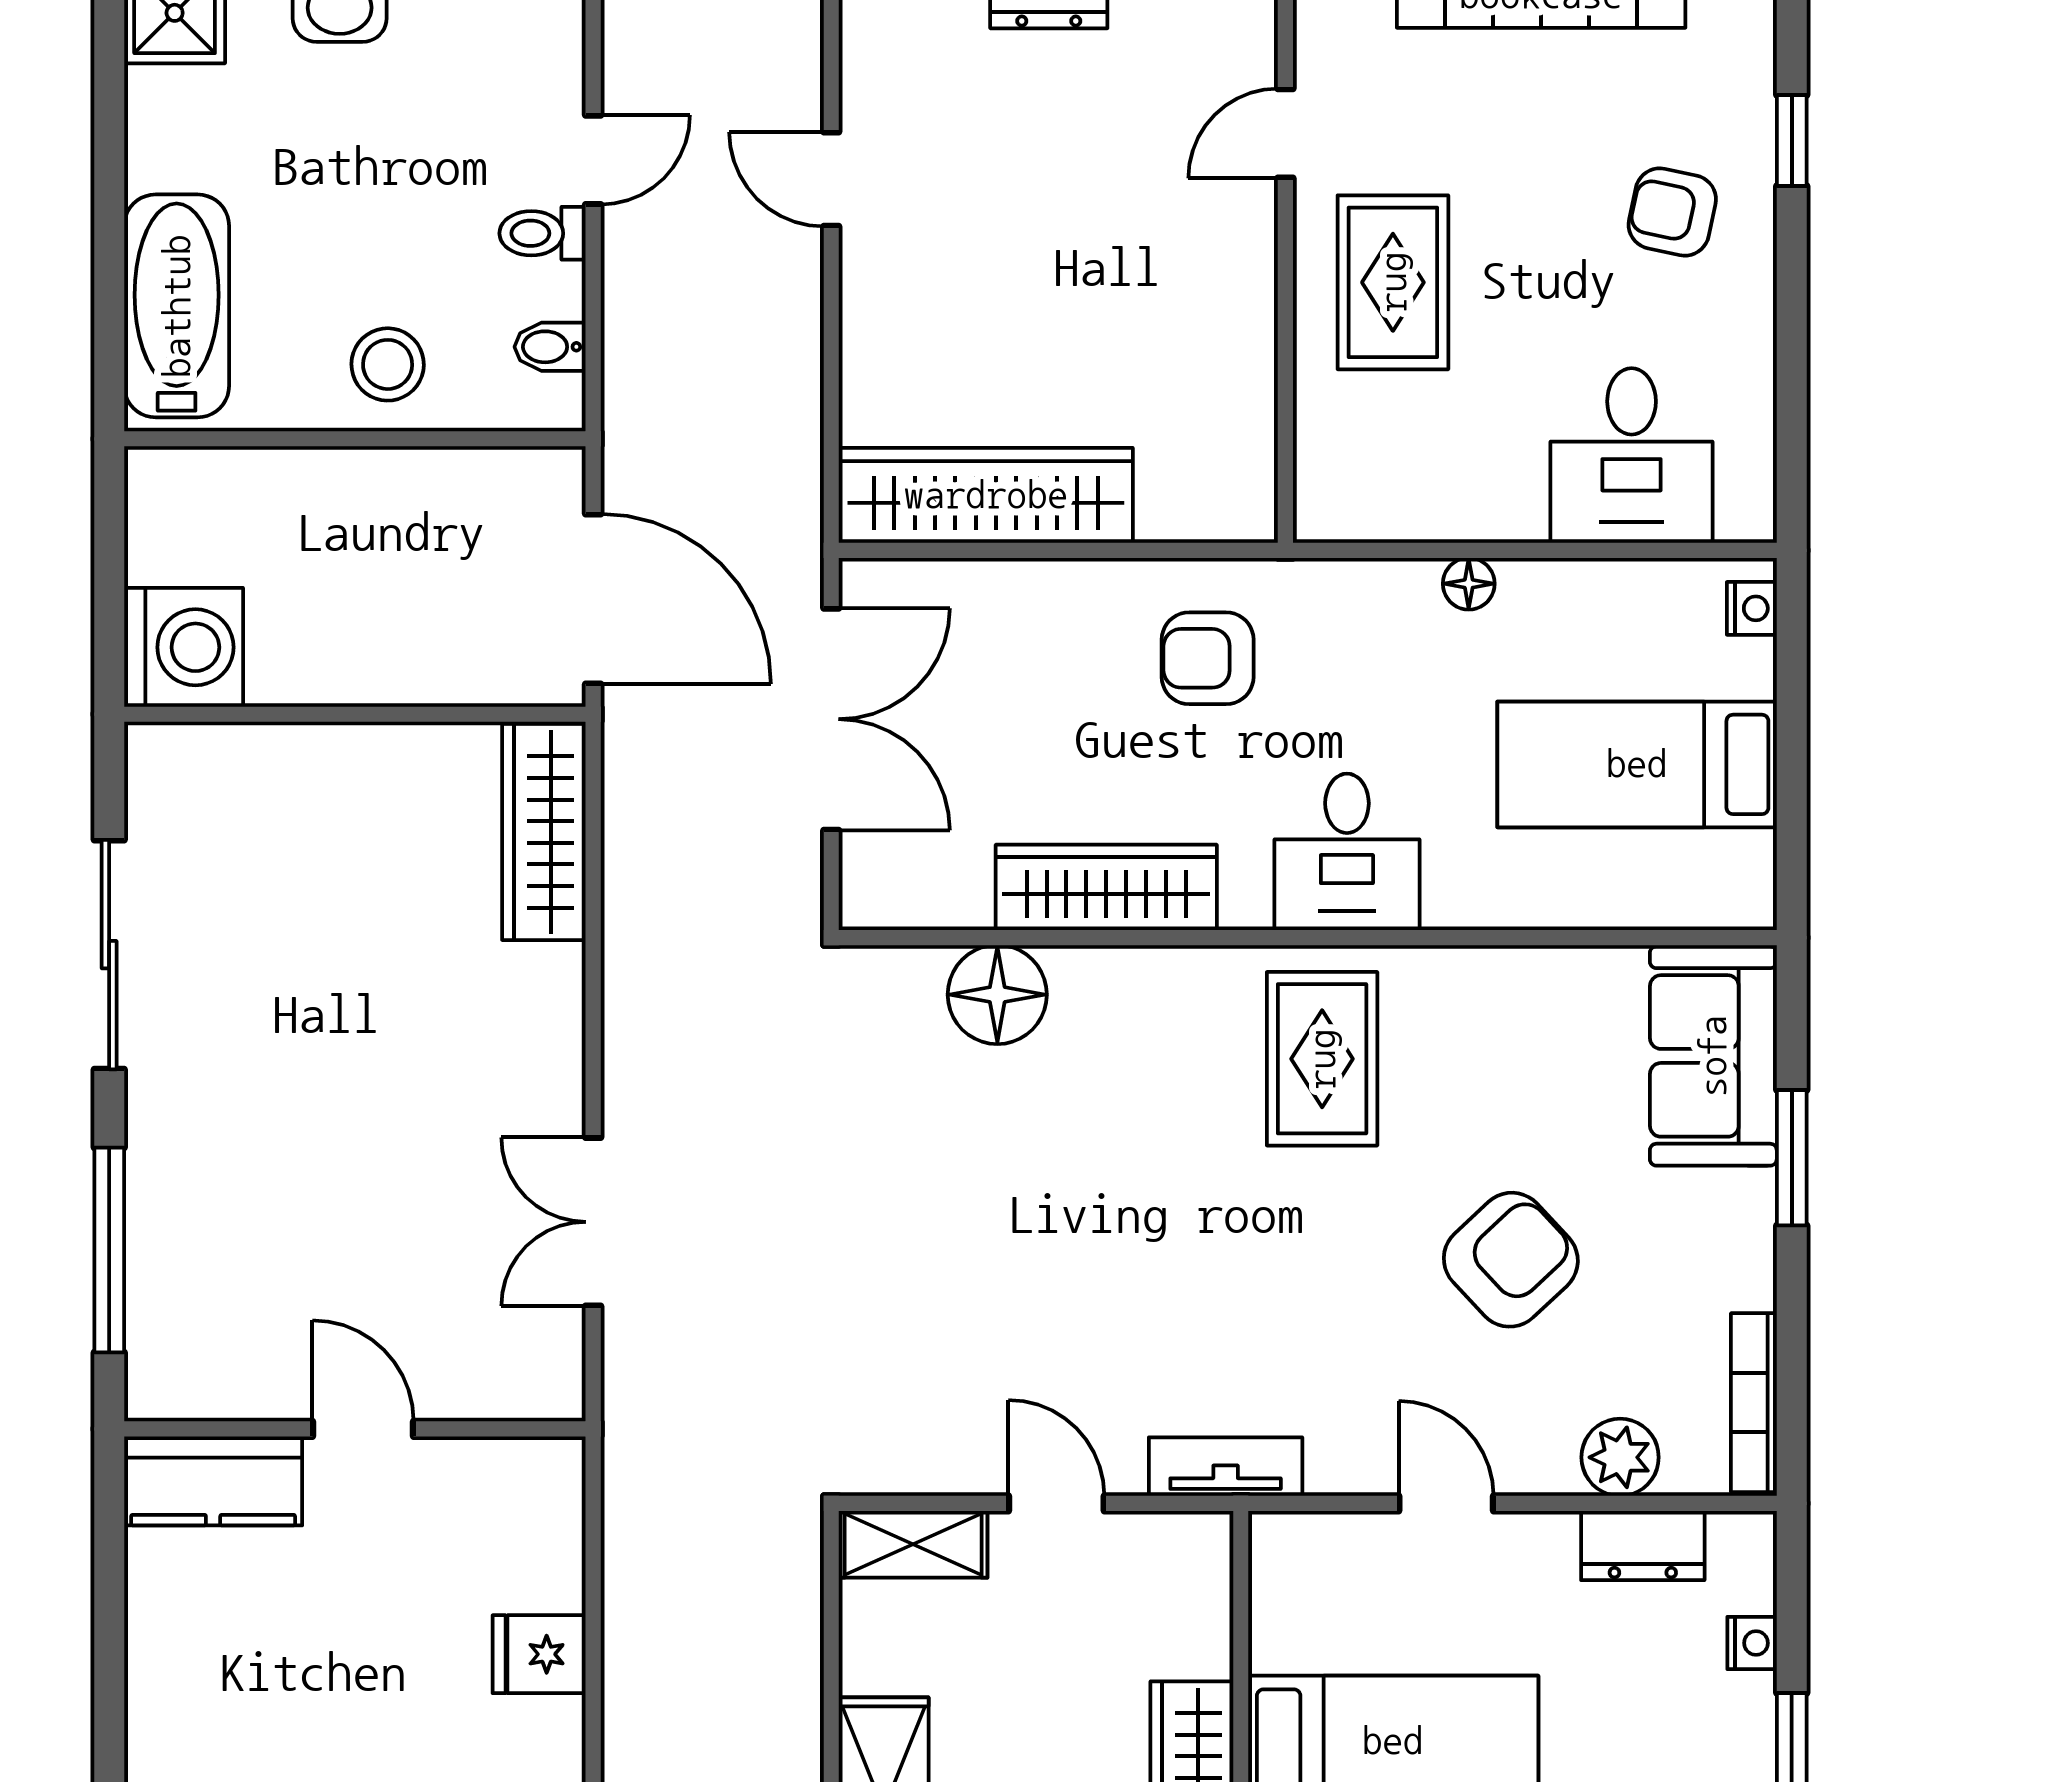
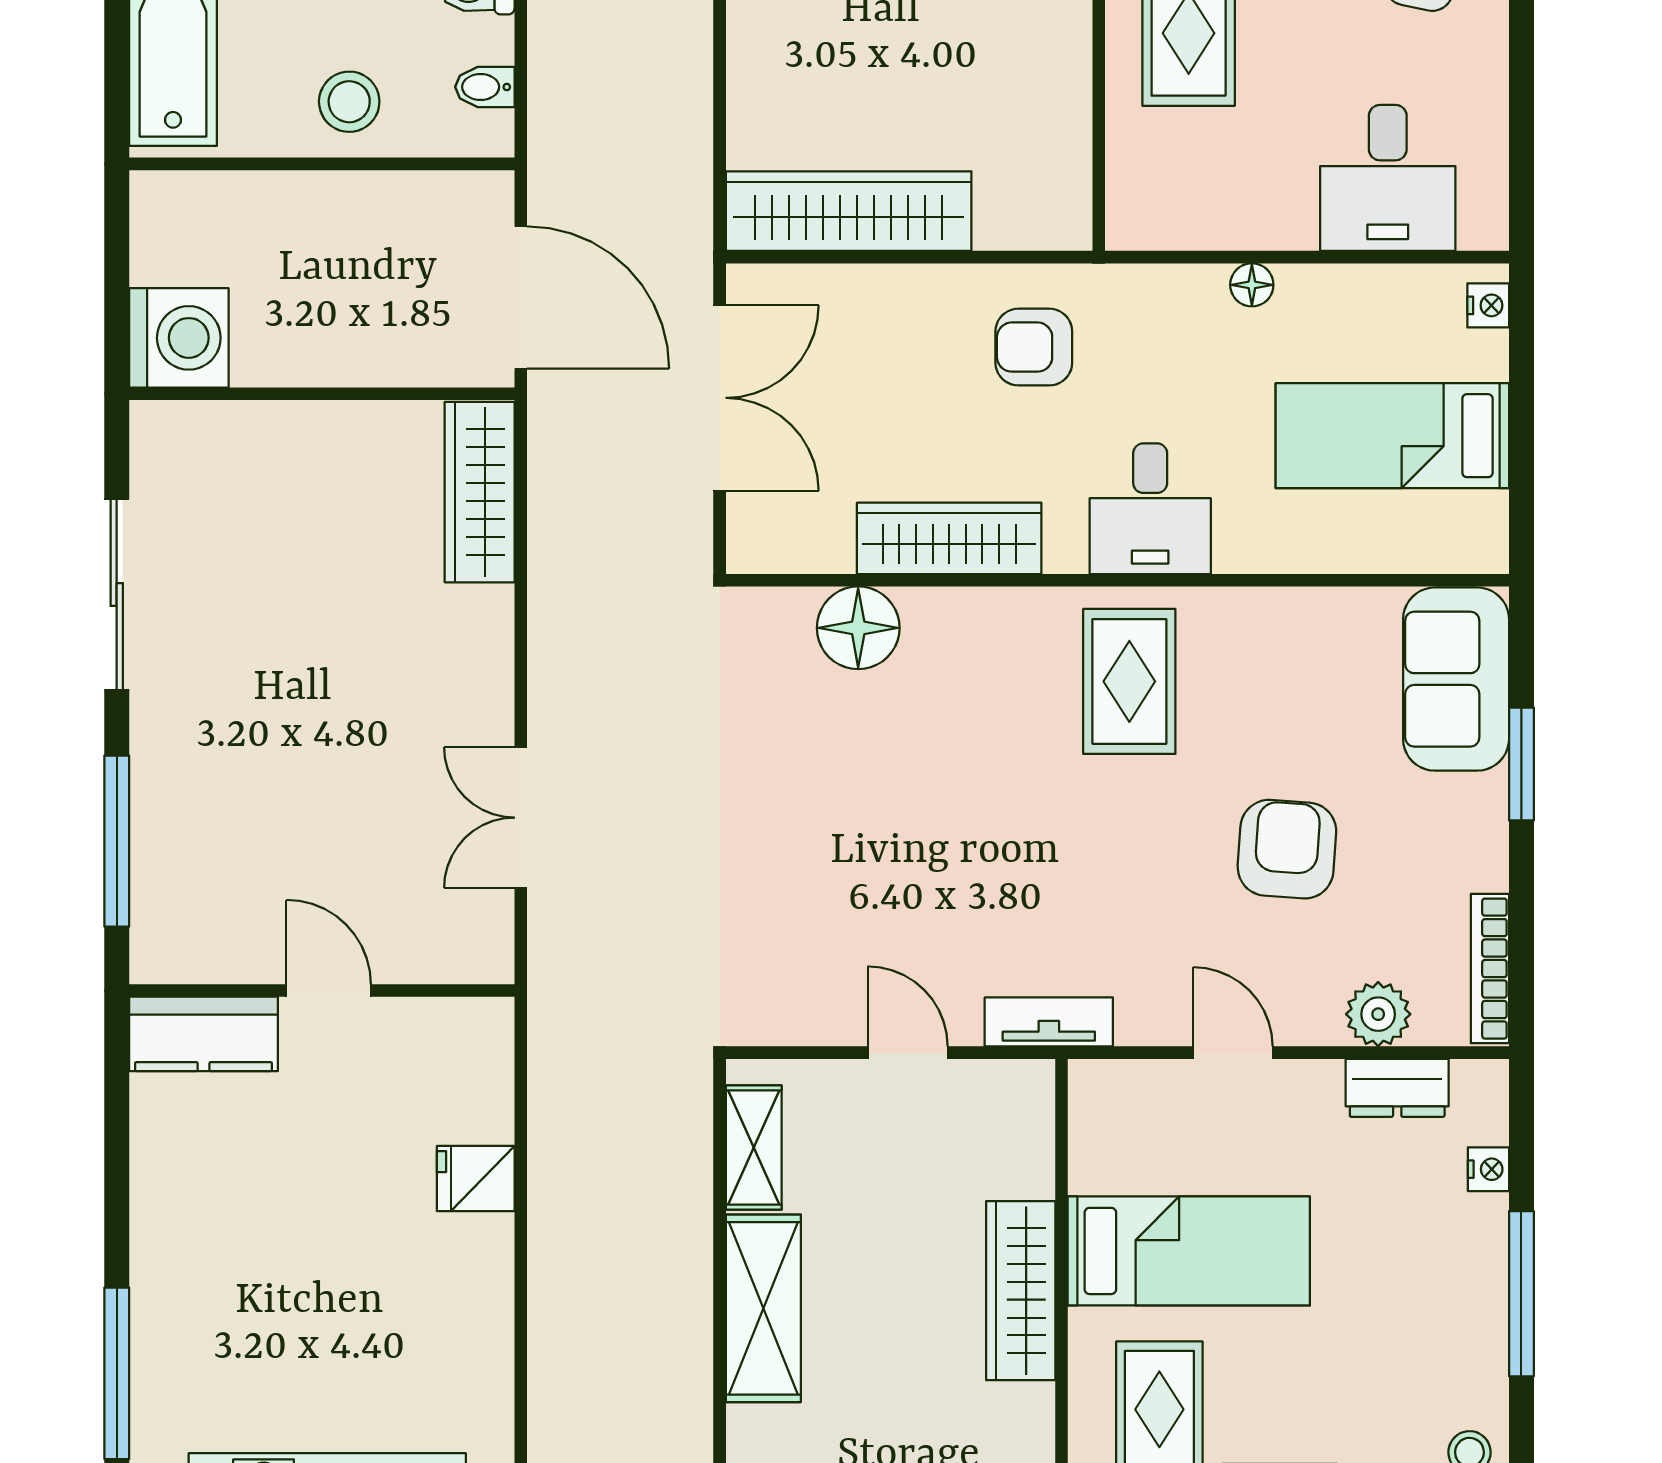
armchair: (1511, 1260) -> (1287, 849), turned -43
shelving: (913, 1544) -> (754, 1147), moved, turned 90

